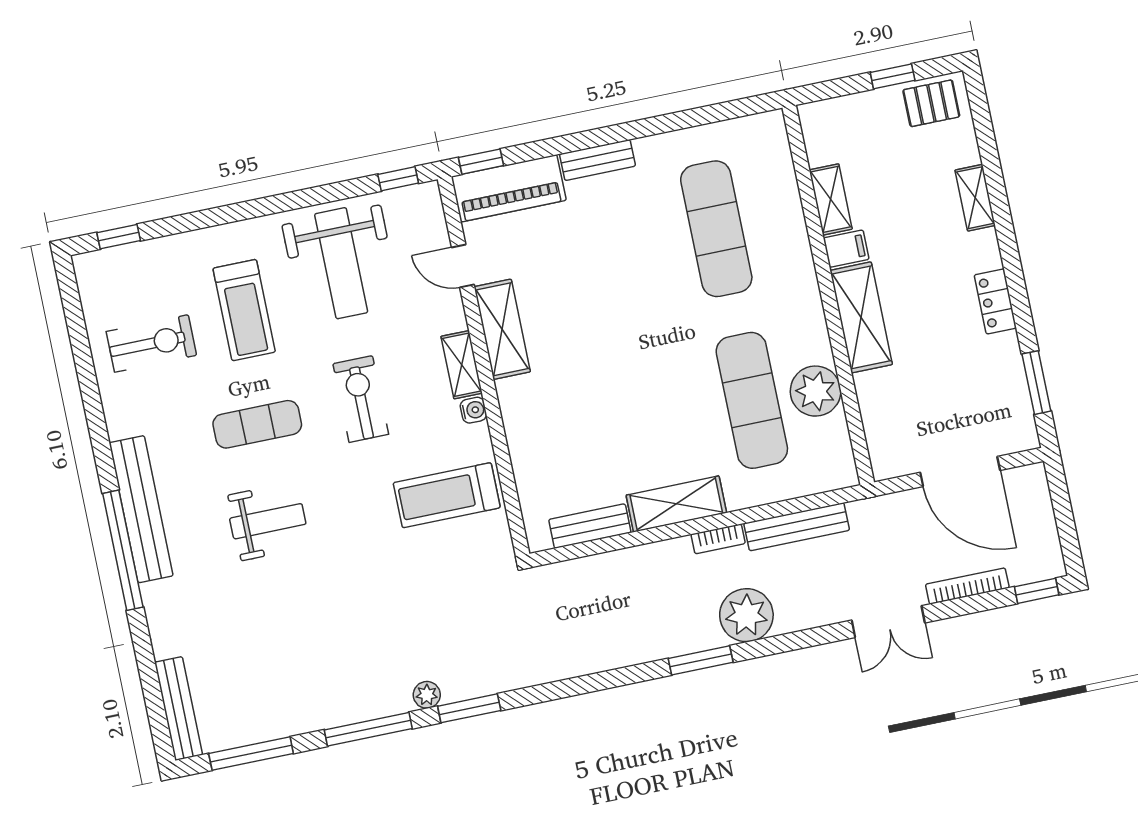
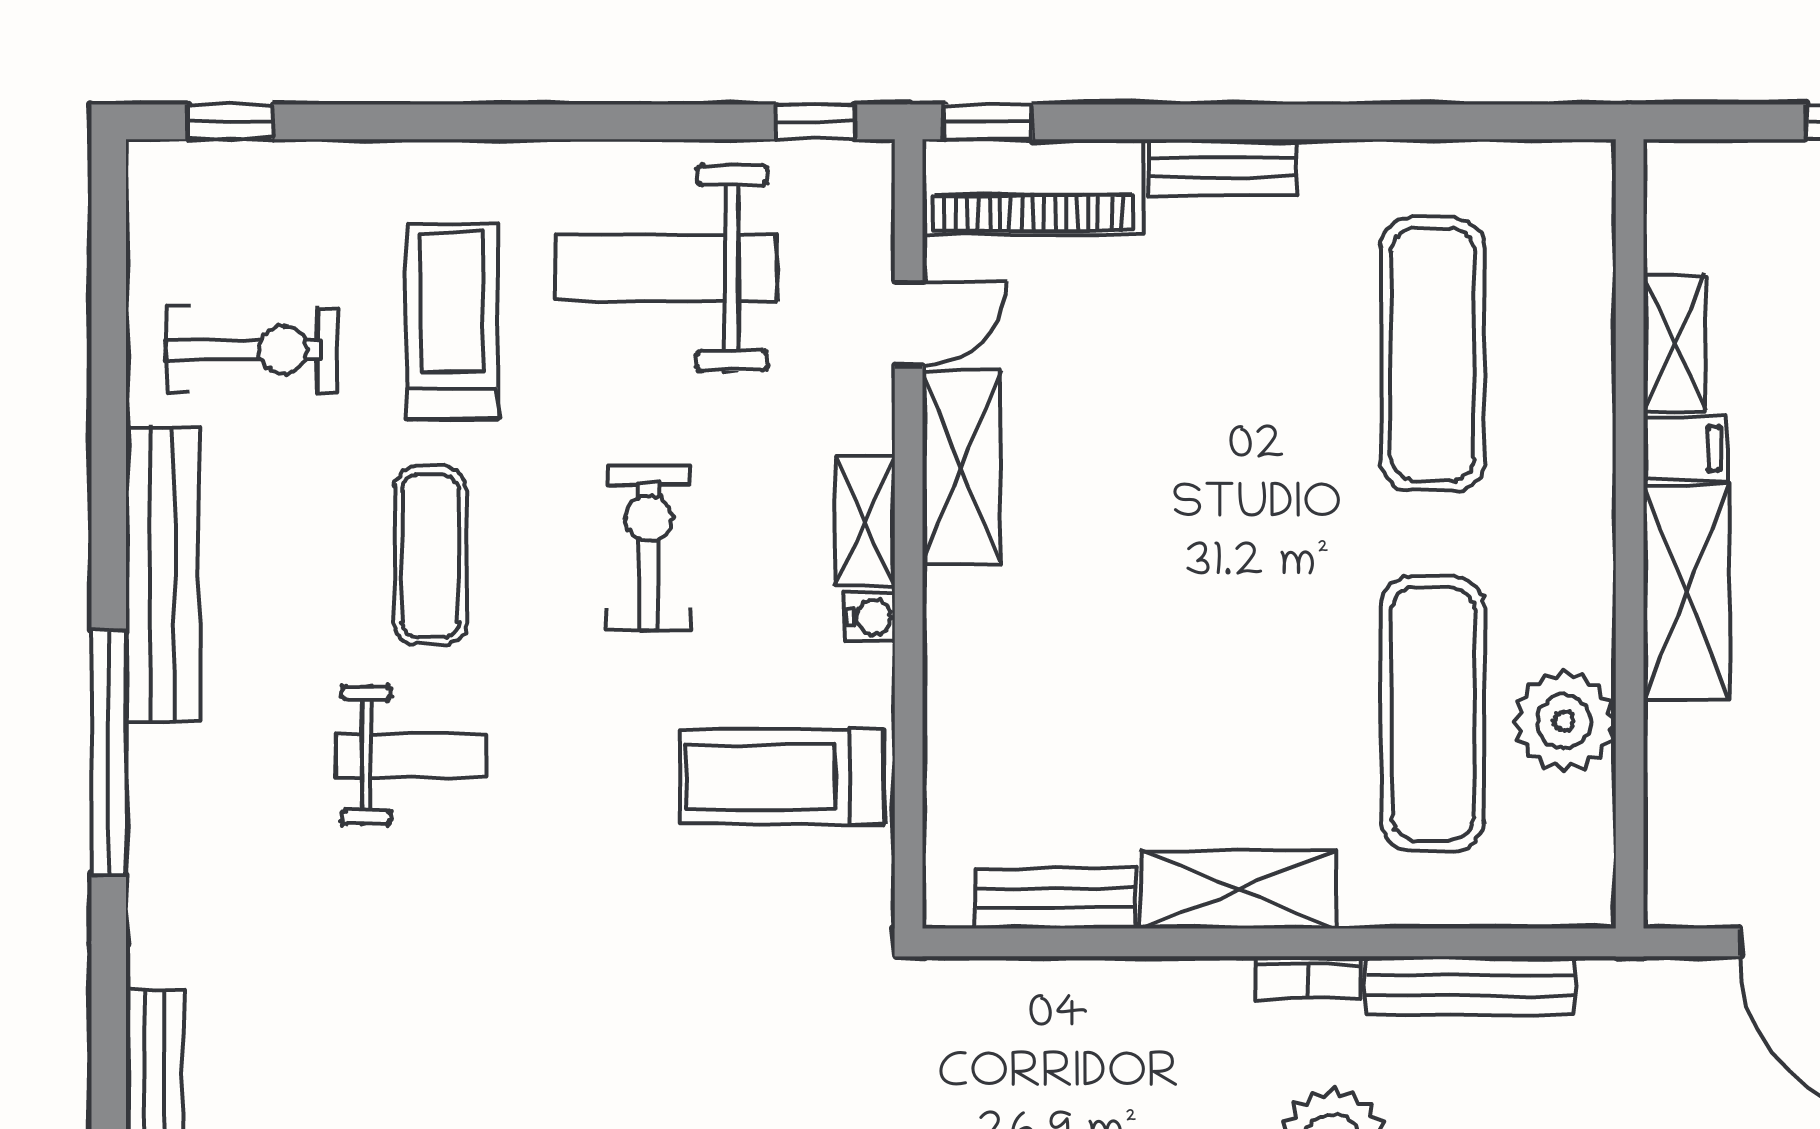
weight bench: (341, 263) -> (666, 268), turned 90
door: (463, 266) -> (909, 324), swing flipped
treadmill: (244, 310) -> (452, 321), turned 180
exercise mat: (257, 424) -> (431, 556), turned 90
bench: (141, 509) -> (162, 575), moved

